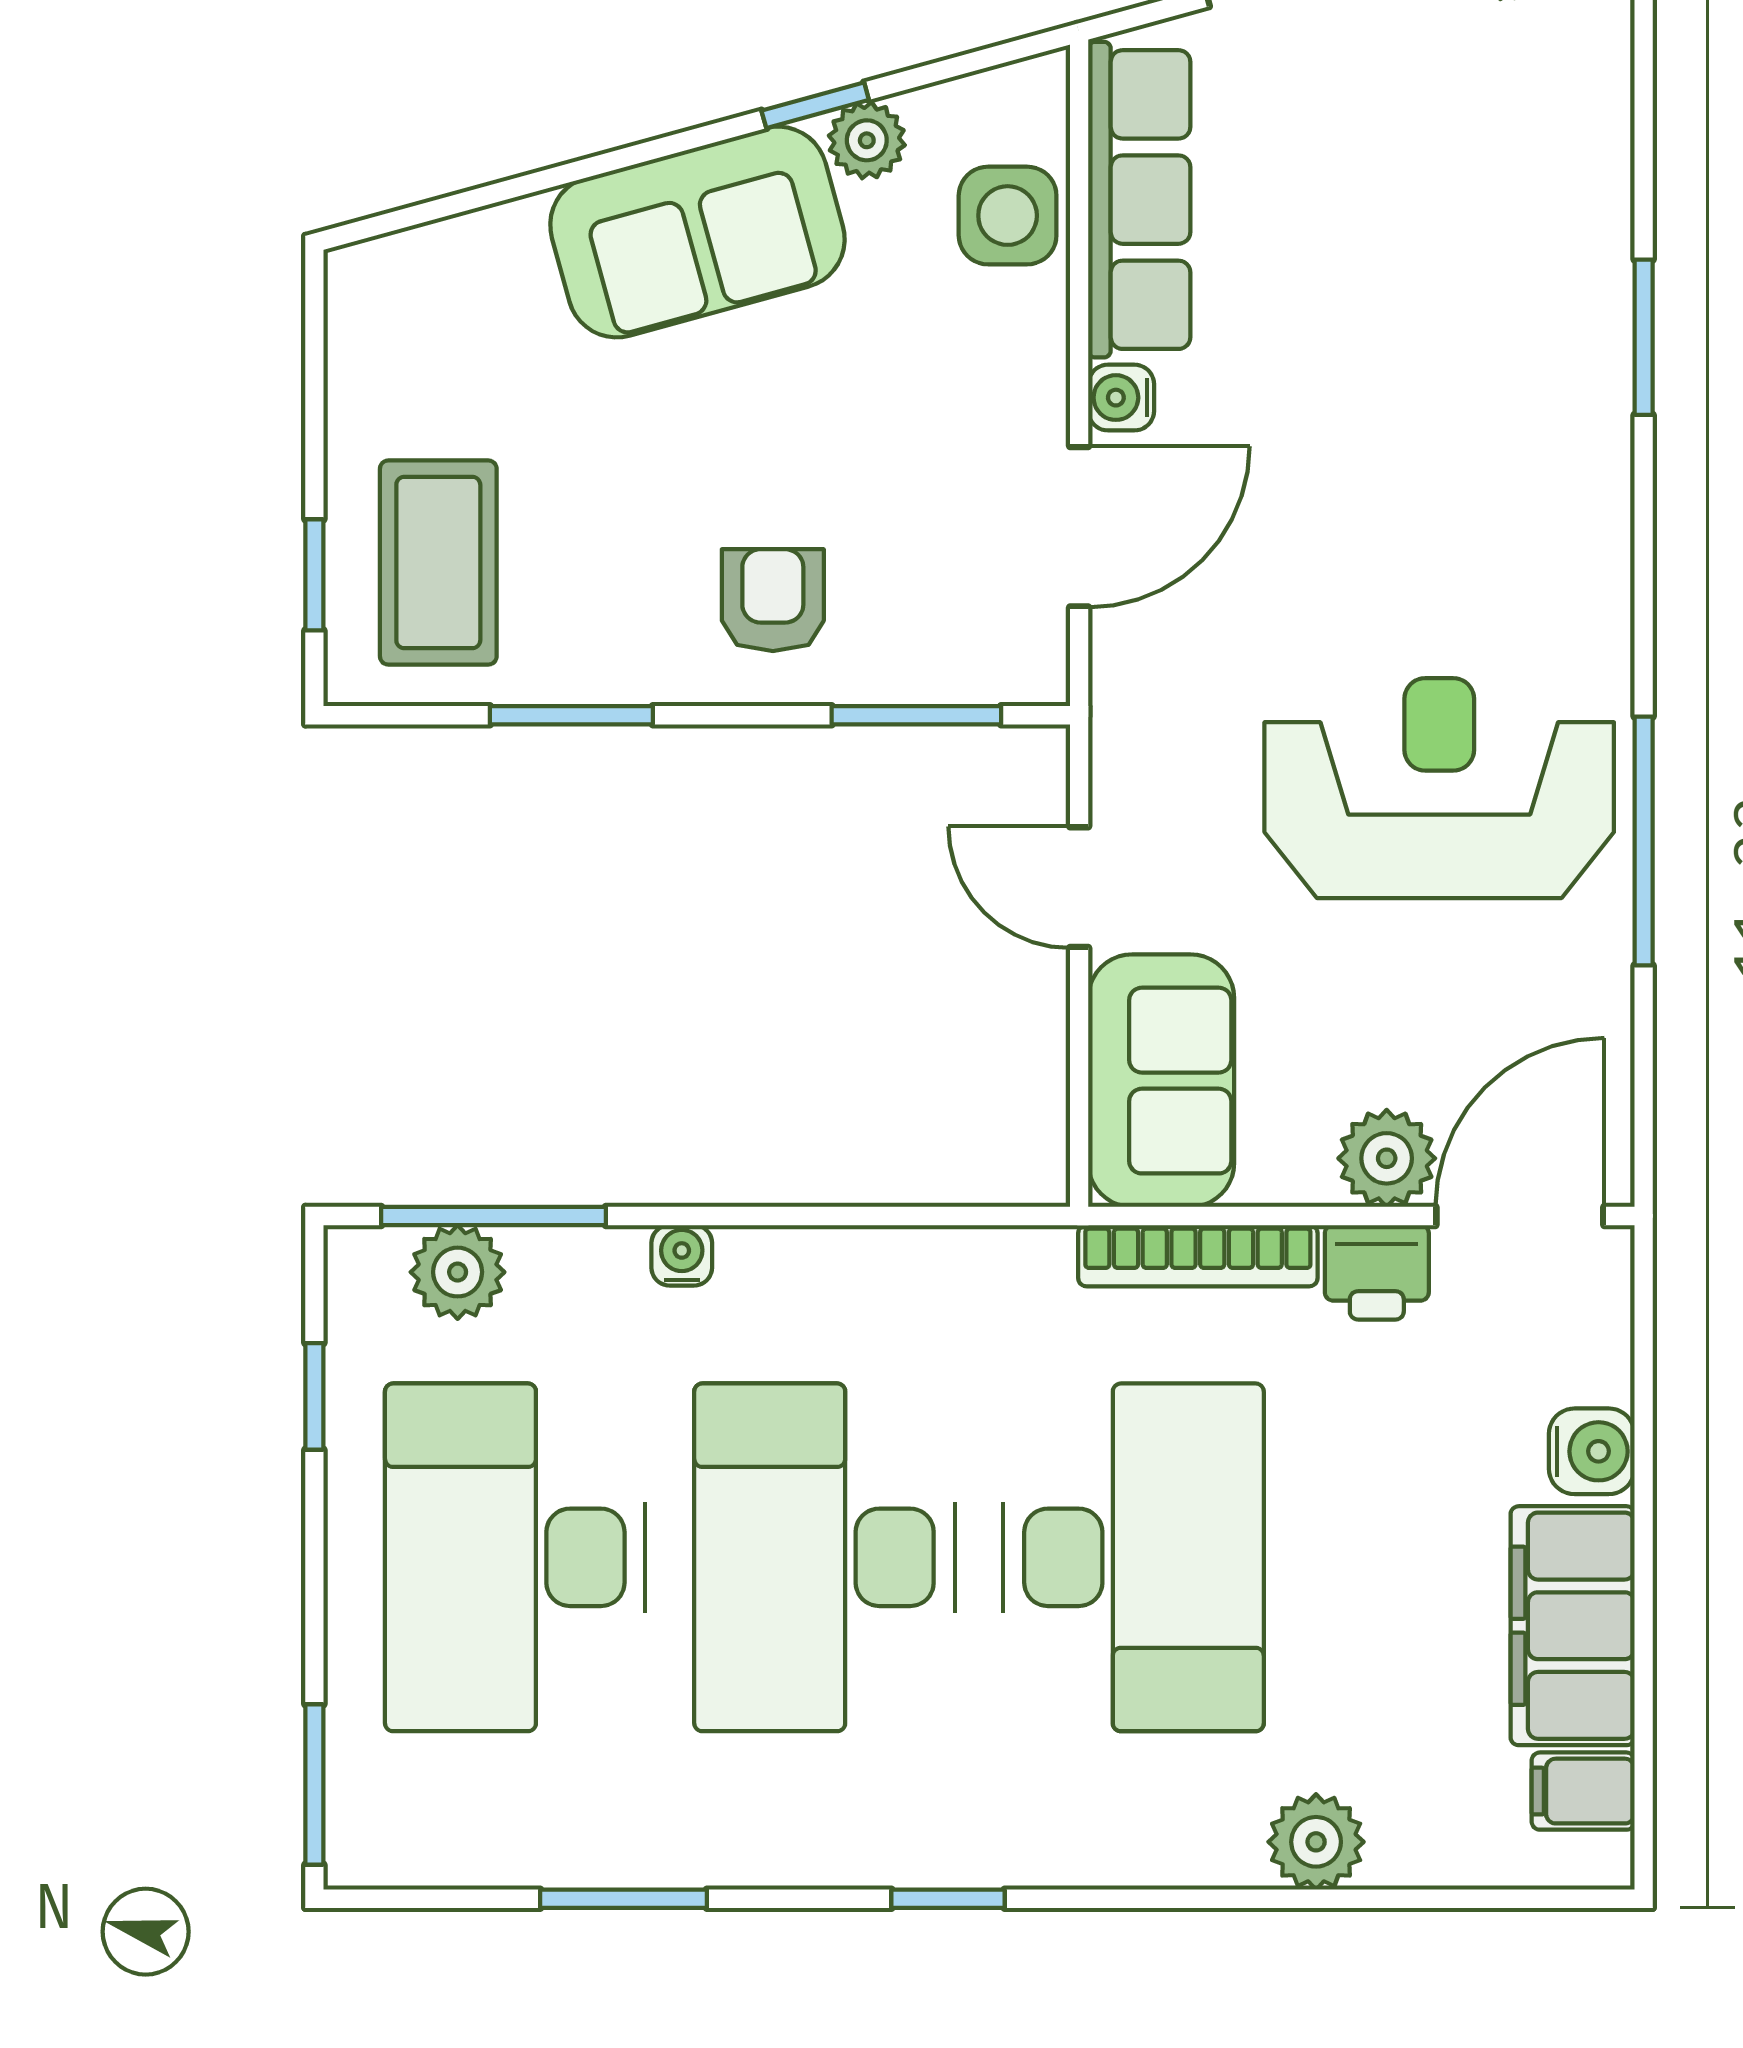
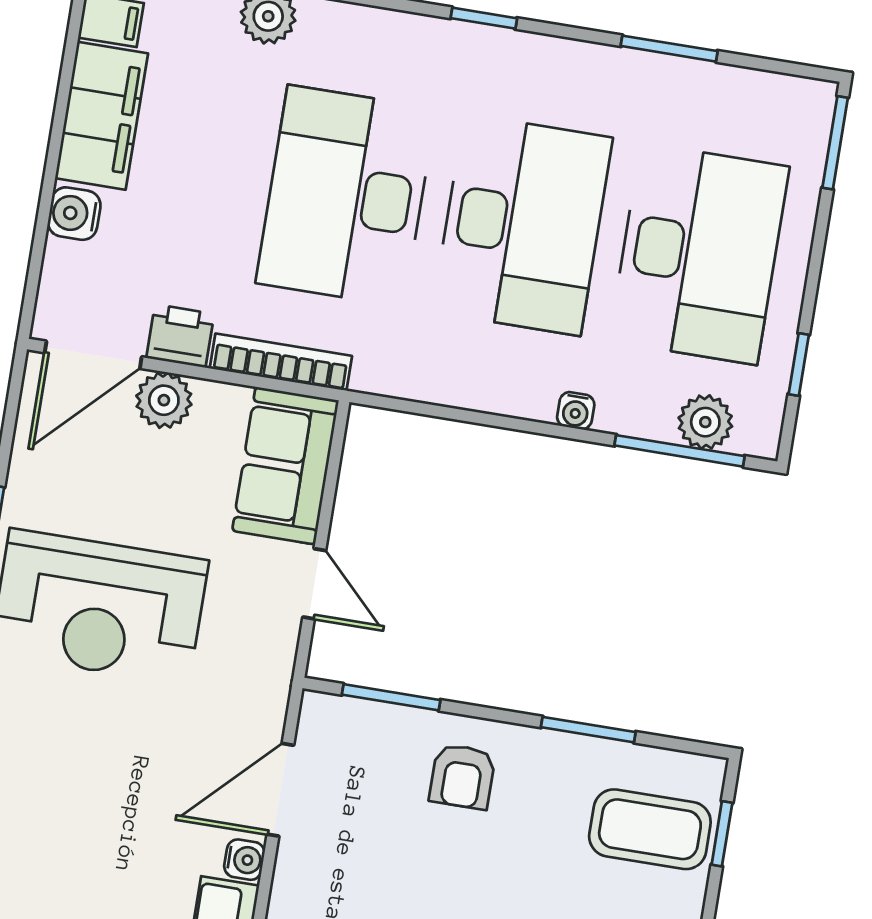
coffee table: (438, 563) -> (650, 829), turned 90

